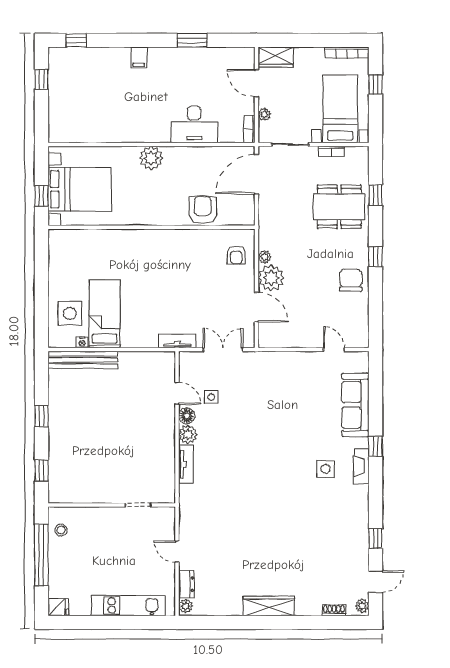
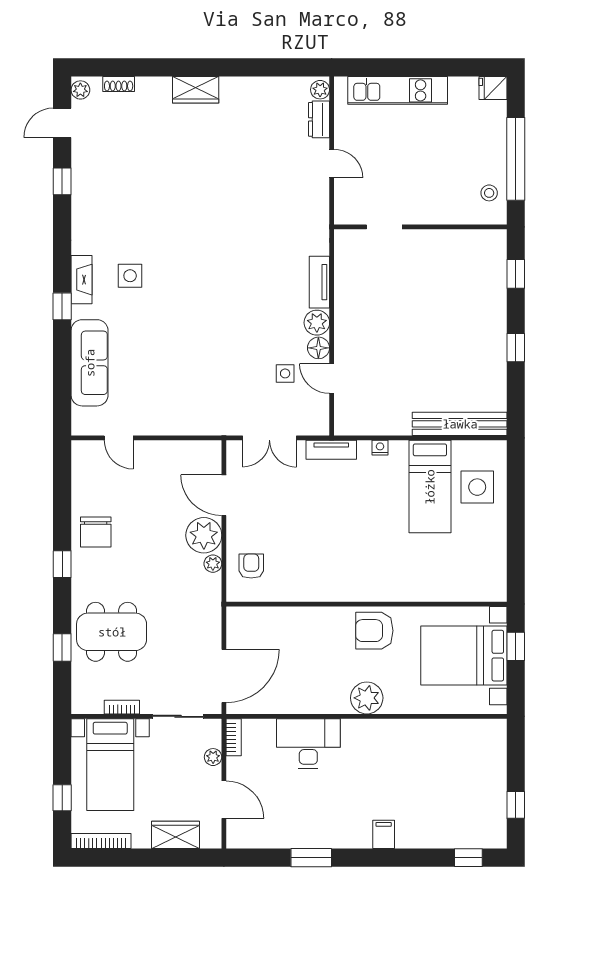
wardrobe: (276, 57) -> (175, 835), moved
armchair: (203, 210) -> (374, 631), moved, turned 90
nightstand: (82, 342) -> (380, 448), moved
wardrobe: (269, 606) -> (196, 90), width x0.67

